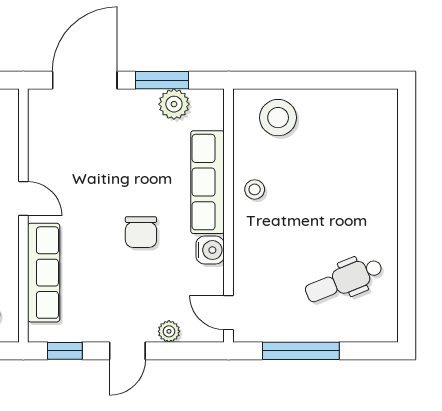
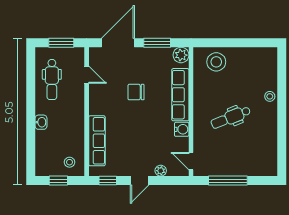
plant: (174, 104) -> (181, 55), moved
stool: (255, 189) -> (270, 96), moved
door: (23, 199) -> (87, 75), moved
chair: (141, 232) -> (136, 92), moved, turned 90
dental chair: (344, 280) -> (231, 117), moved

